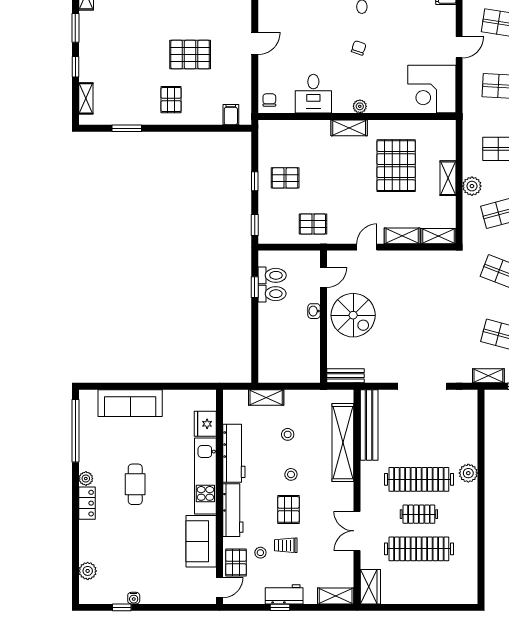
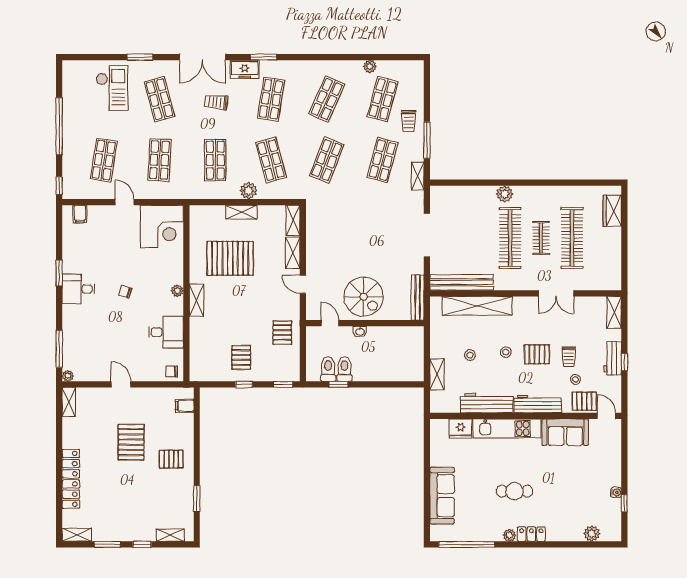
spiral stairs: (353, 315) -> (364, 297), turned 90
bench: (345, 376) -> (418, 297), width x1.36
wardrobe: (370, 587) -> (612, 211), moved, turned -90

